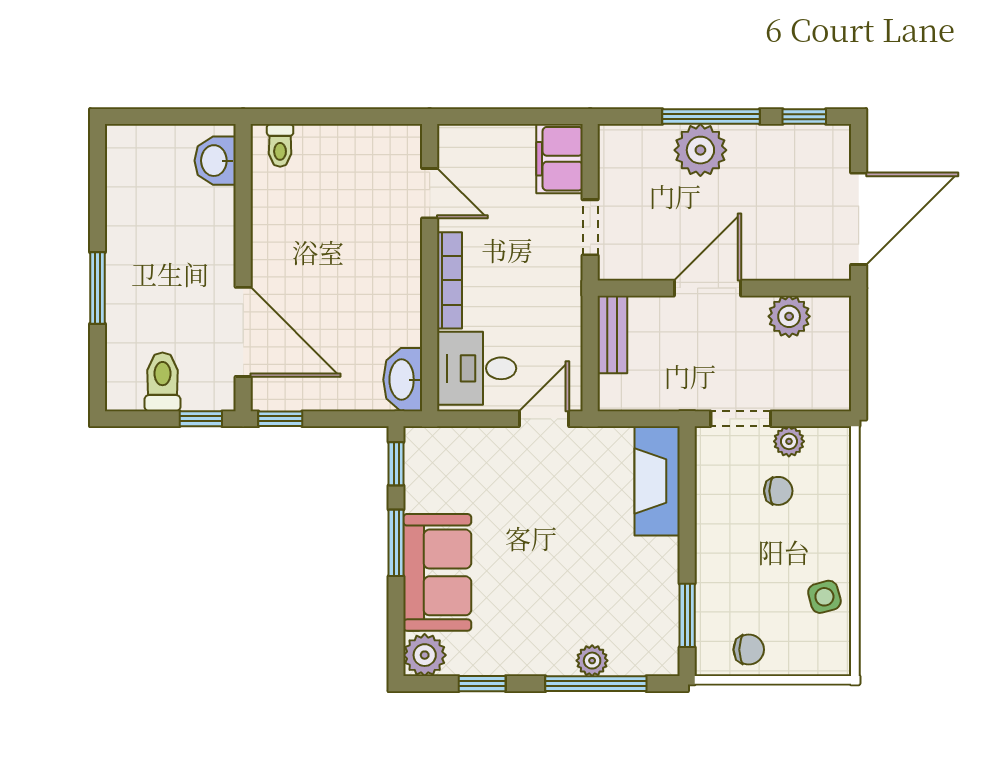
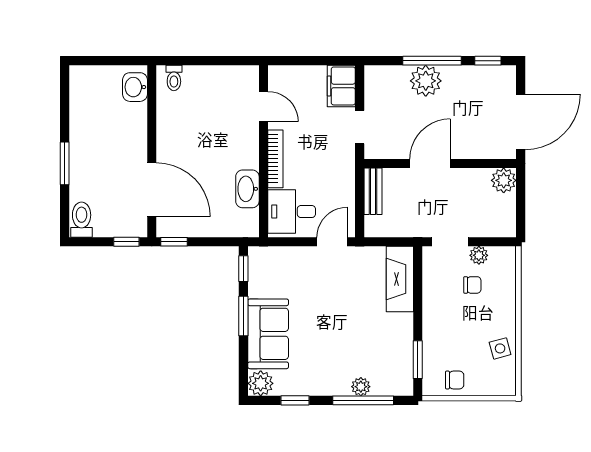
plant: (789, 316) -> (504, 180), moved
washbasin: (403, 380) -> (247, 189), moved
toilet: (162, 382) -> (82, 220), moved

